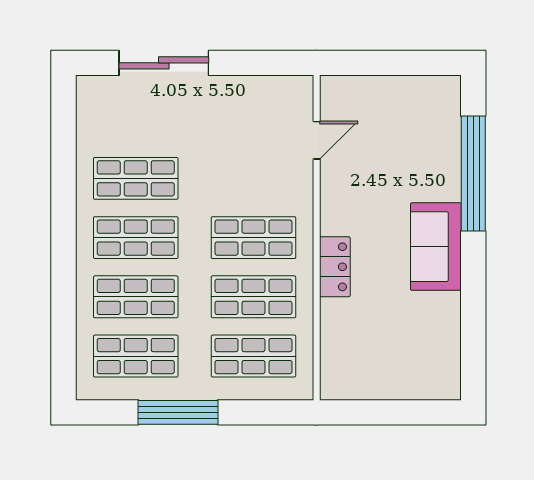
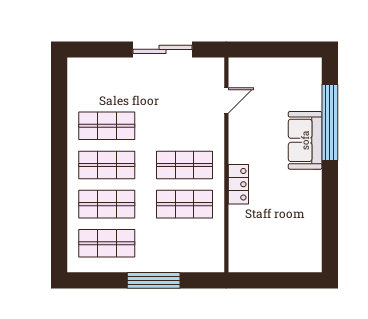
sliding door: (164, 63) -> (163, 49), moved
sofa: (436, 247) -> (305, 140), moved
shop shelf: (253, 356) -> (185, 243), removed
window: (178, 412) -> (154, 280), moved

